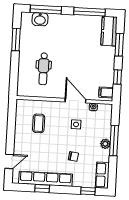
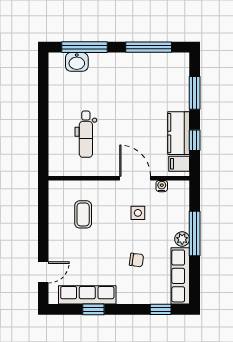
kitchen counter: (109, 31) -> (179, 133), moved
window: (16, 40) -> (43, 94), removed
row of seats: (102, 175) -> (180, 276), width x1.48
row of seats: (46, 179) -> (87, 295), width x0.73

